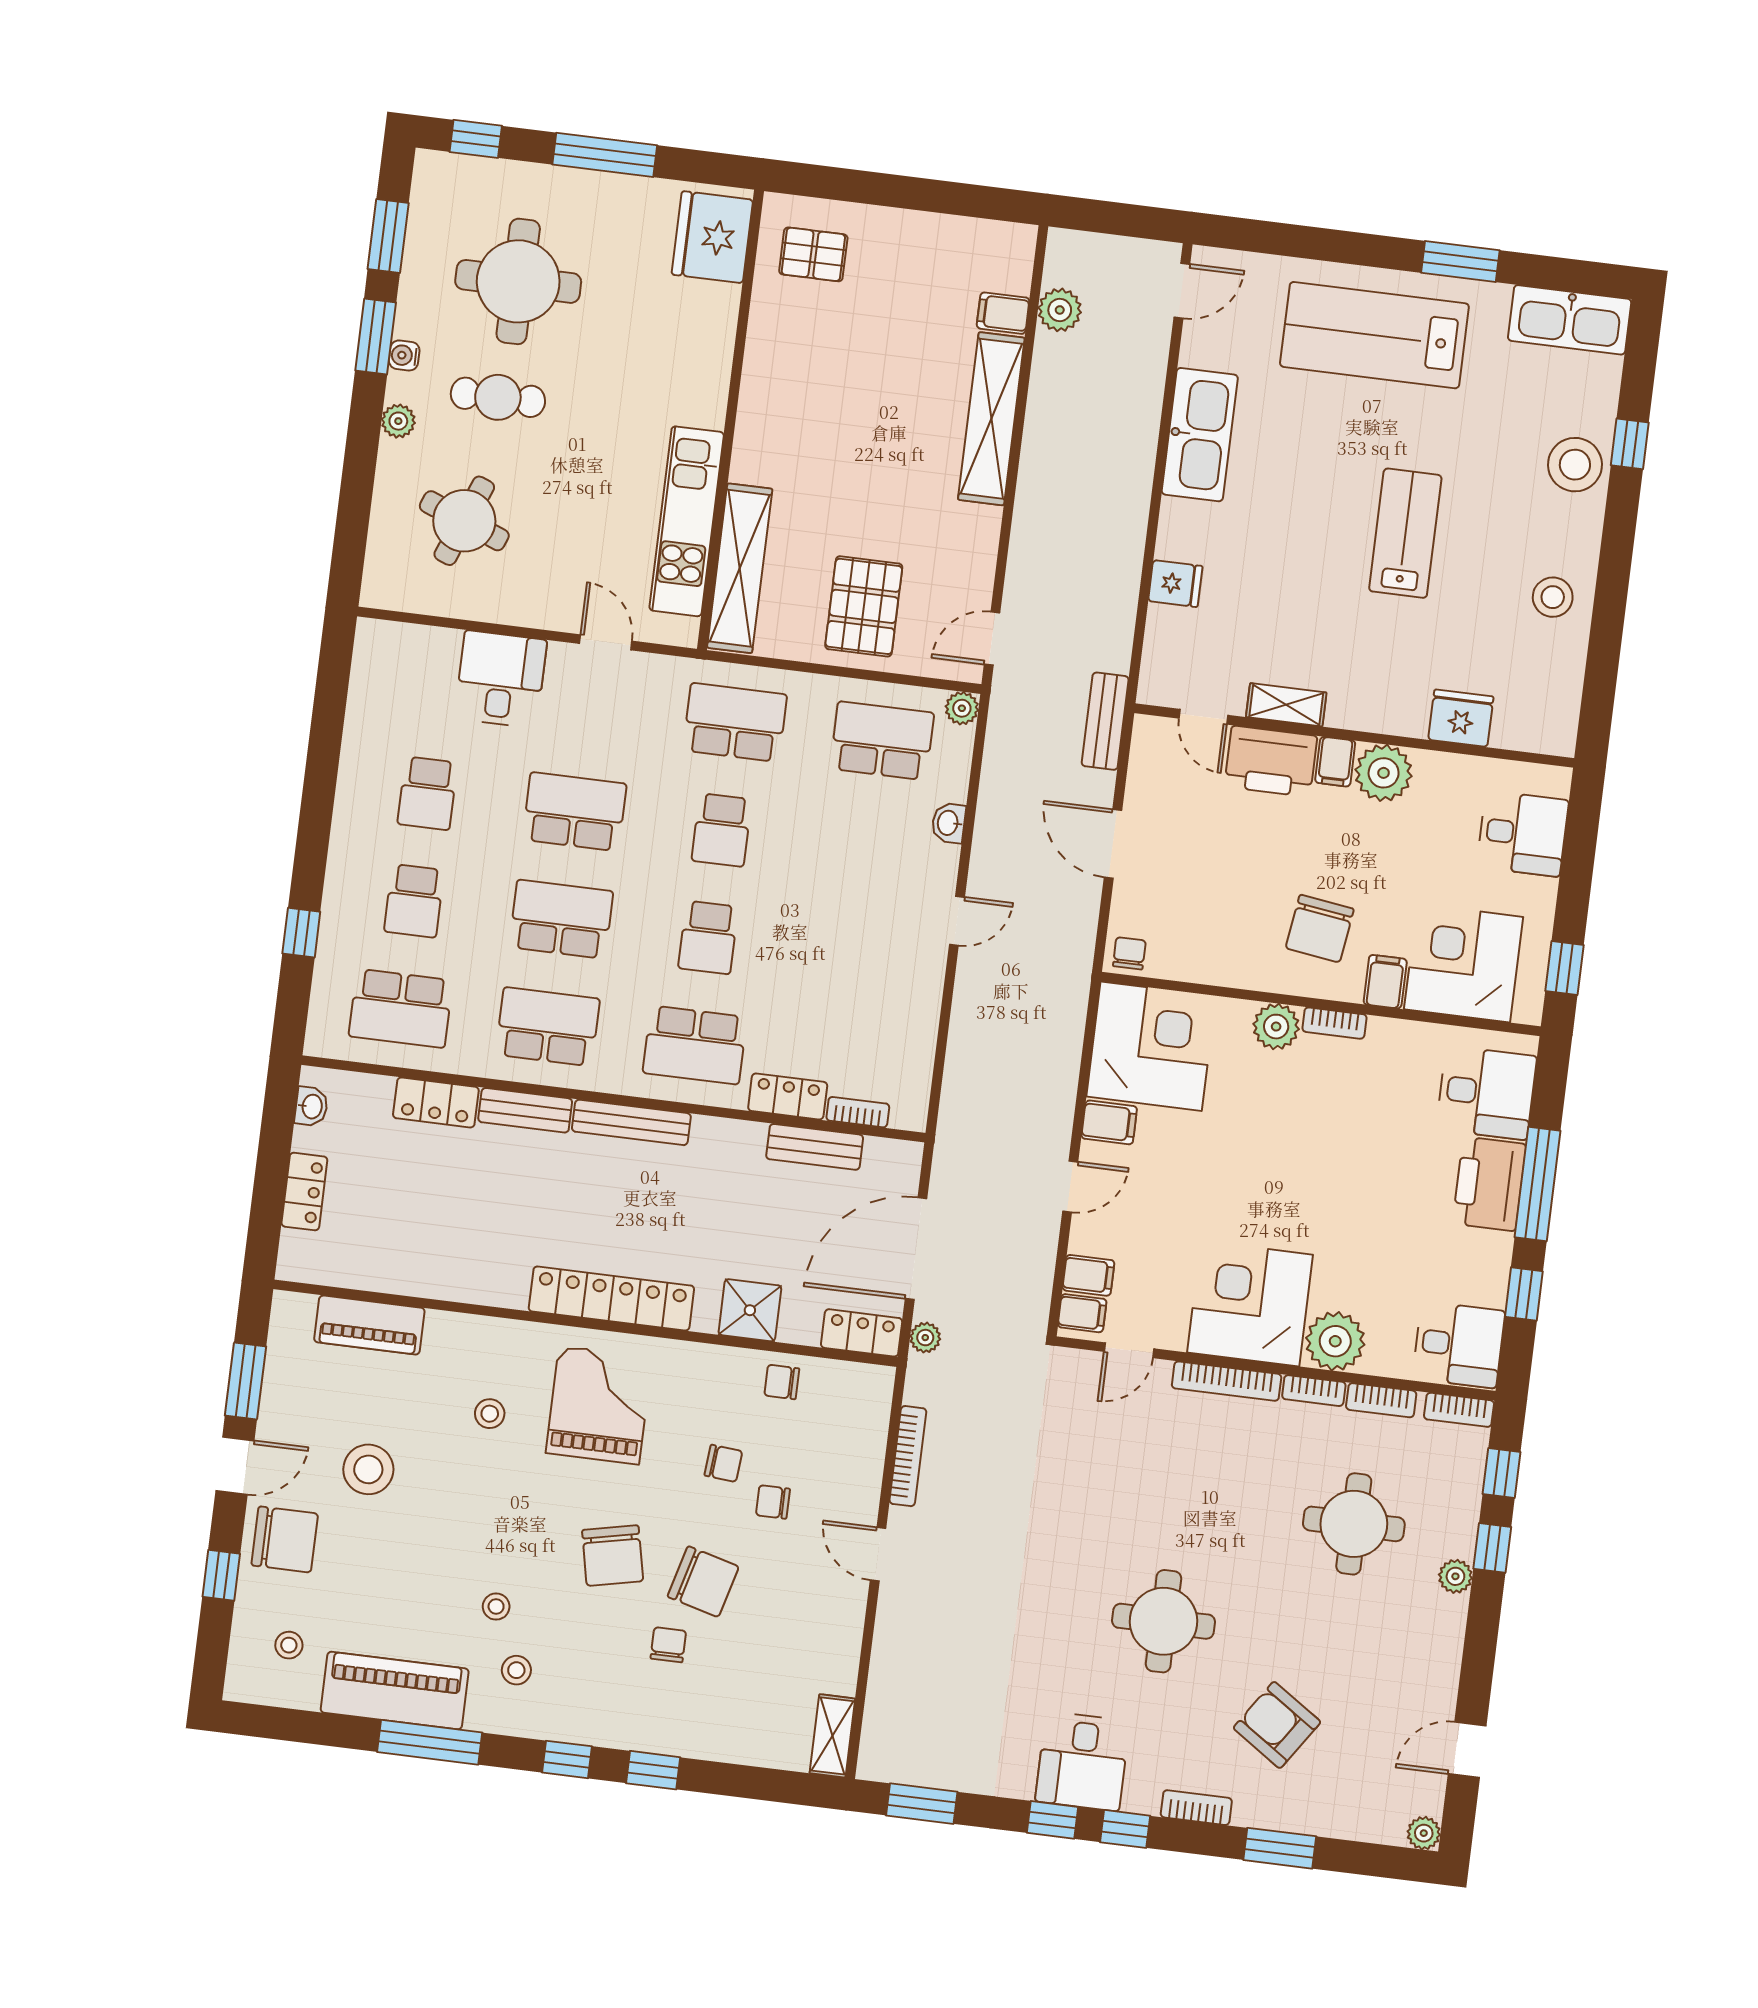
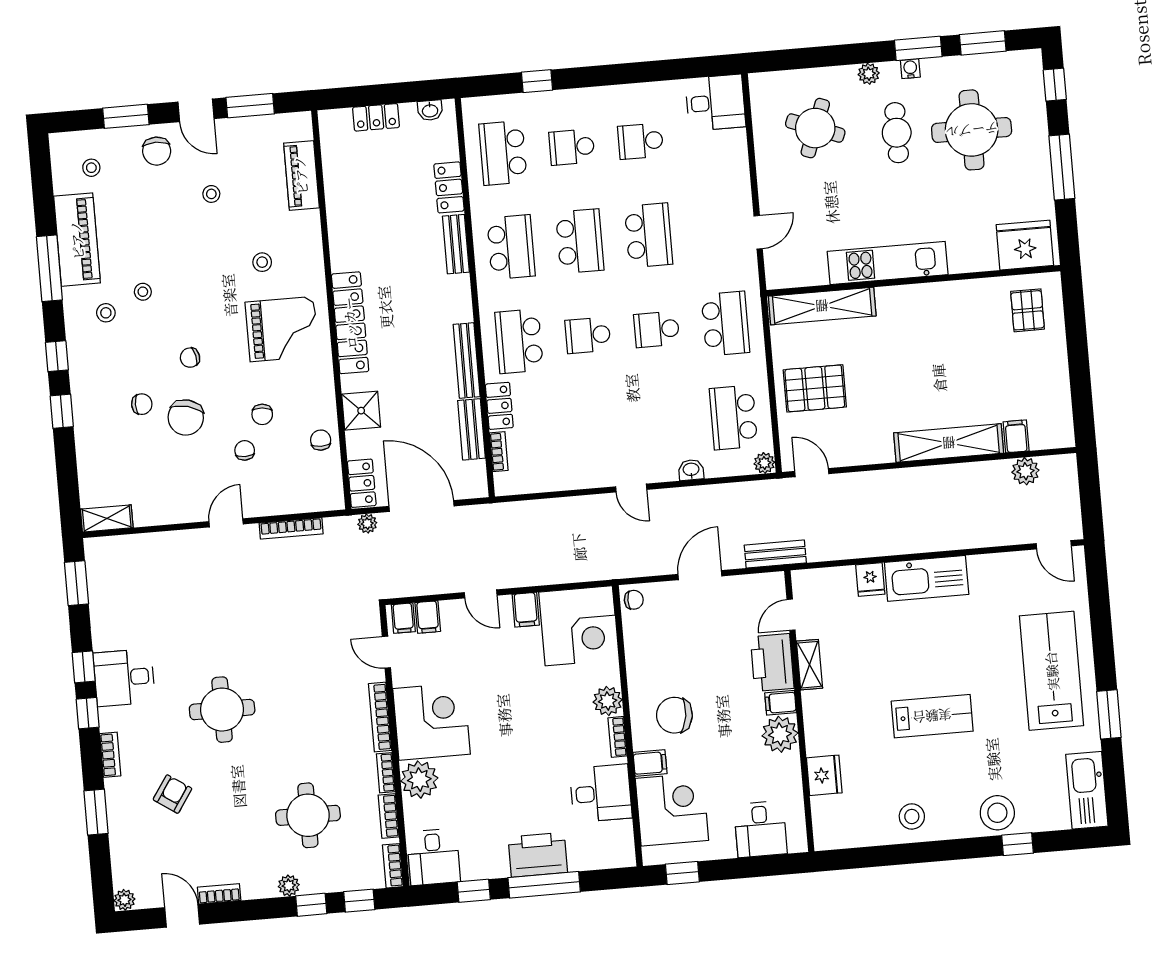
kitchen sink: (1200, 435) -> (927, 578), moved
kitchen unit: (687, 521) -> (888, 263), moved
desk: (501, 679) -> (715, 103), moved
school desk: (882, 741) -> (733, 418), turned 180
desk: (1486, 1093) -> (601, 793), moved, turned -90
bench: (631, 1122) -> (467, 360), moved
stool: (368, 1469) -> (211, 194), width x0.53, depth x0.53
chair: (285, 1539) -> (157, 151), width x0.73, depth x0.73
chair: (613, 1556) -> (190, 358), width x0.54, depth x0.54
window: (221, 1575) -> (126, 116), width x1.50
bookcase: (1445, 1686) -> (219, 894), added
armchair: (1277, 1725) -> (172, 794), width x0.72, depth x0.72

